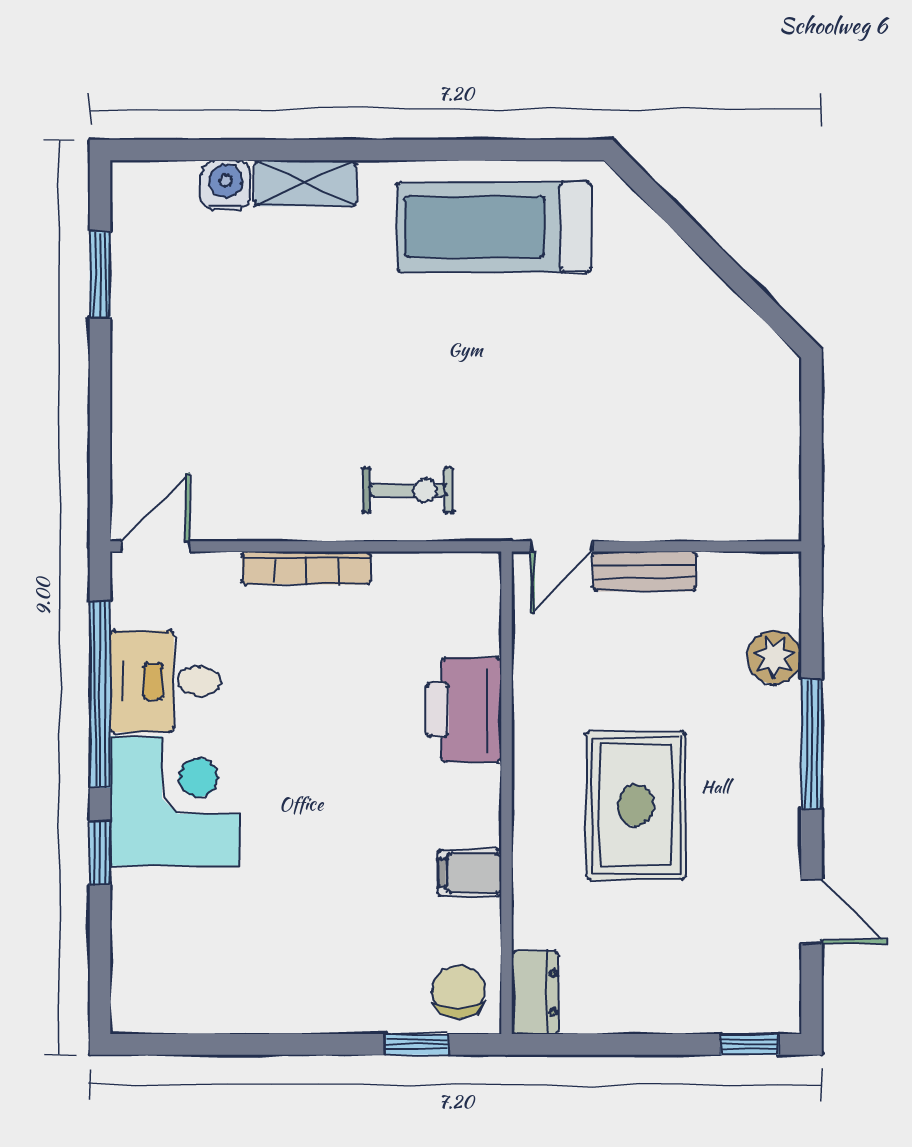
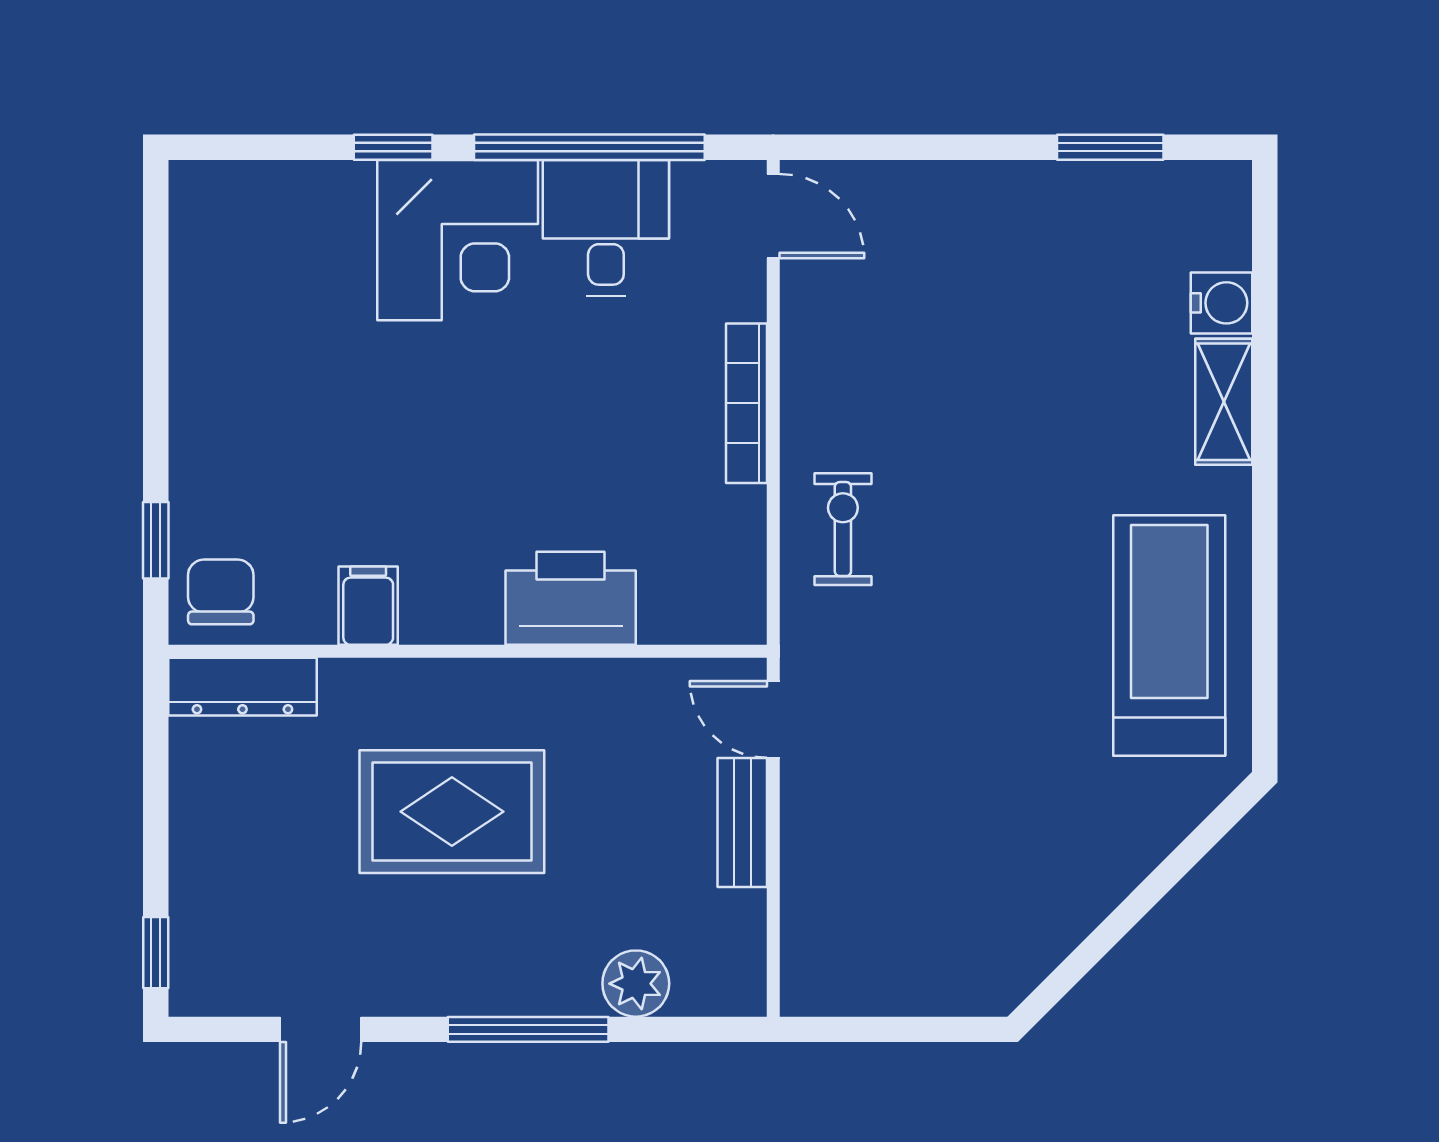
exercise bike: (408, 490) -> (843, 529), turned 180
chair: (459, 992) -> (221, 592), turned -90
dresser: (535, 993) -> (242, 687), width x1.44

